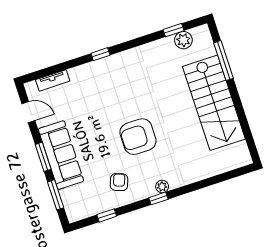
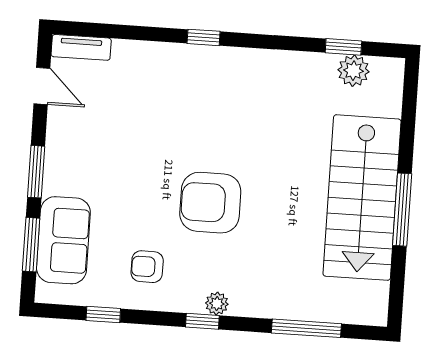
window: (224, 61) -> (402, 210), moved
tv unit: (53, 80) -> (81, 47), moved
sofa: (61, 155) -> (63, 240), moved, width x0.73
window: (213, 181) -> (306, 328), added
armchair: (119, 182) -> (147, 267), turned -110

